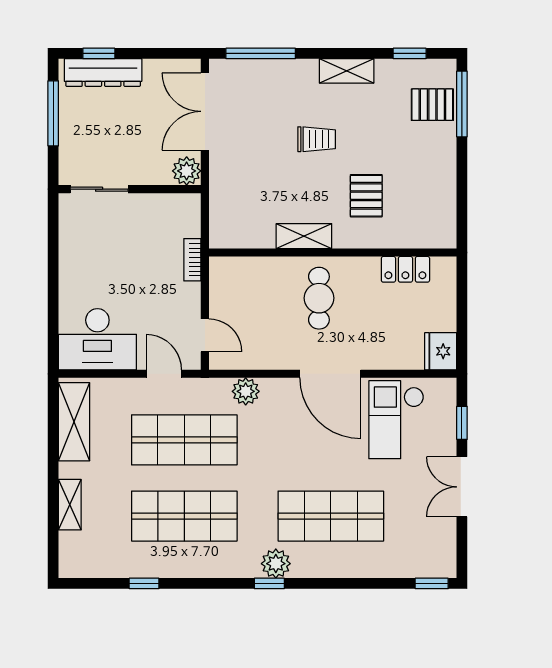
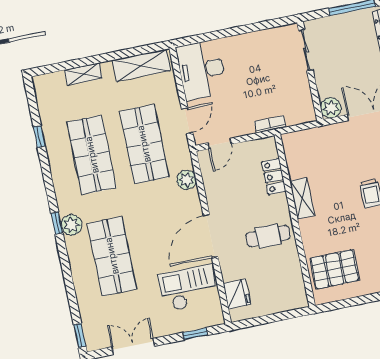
pallet: (366, 196) -> (335, 269), moved, width x1.50, depth x1.42
locker: (405, 269) -> (274, 176), moved
cafe table: (319, 298) -> (268, 236), moved
fridge: (441, 351) -> (237, 294), moved, turned 90
double door: (462, 487) -> (133, 346), moved

